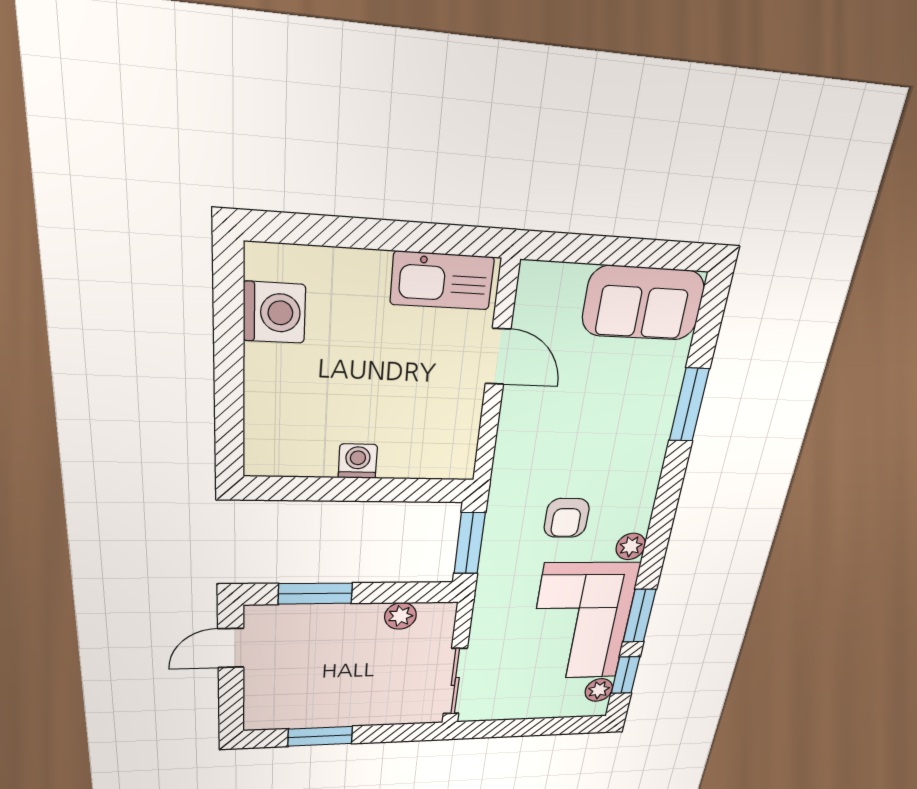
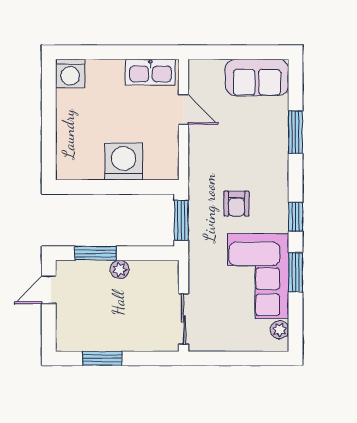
washing machine: (274, 313) -> (70, 74), moved, turned 90
washing machine: (358, 461) -> (124, 161), width x1.89, depth x1.89
plant: (631, 546) -> (280, 223), removed
plant: (400, 616) -> (120, 269), moved
window: (625, 675) -> (296, 217), moved

